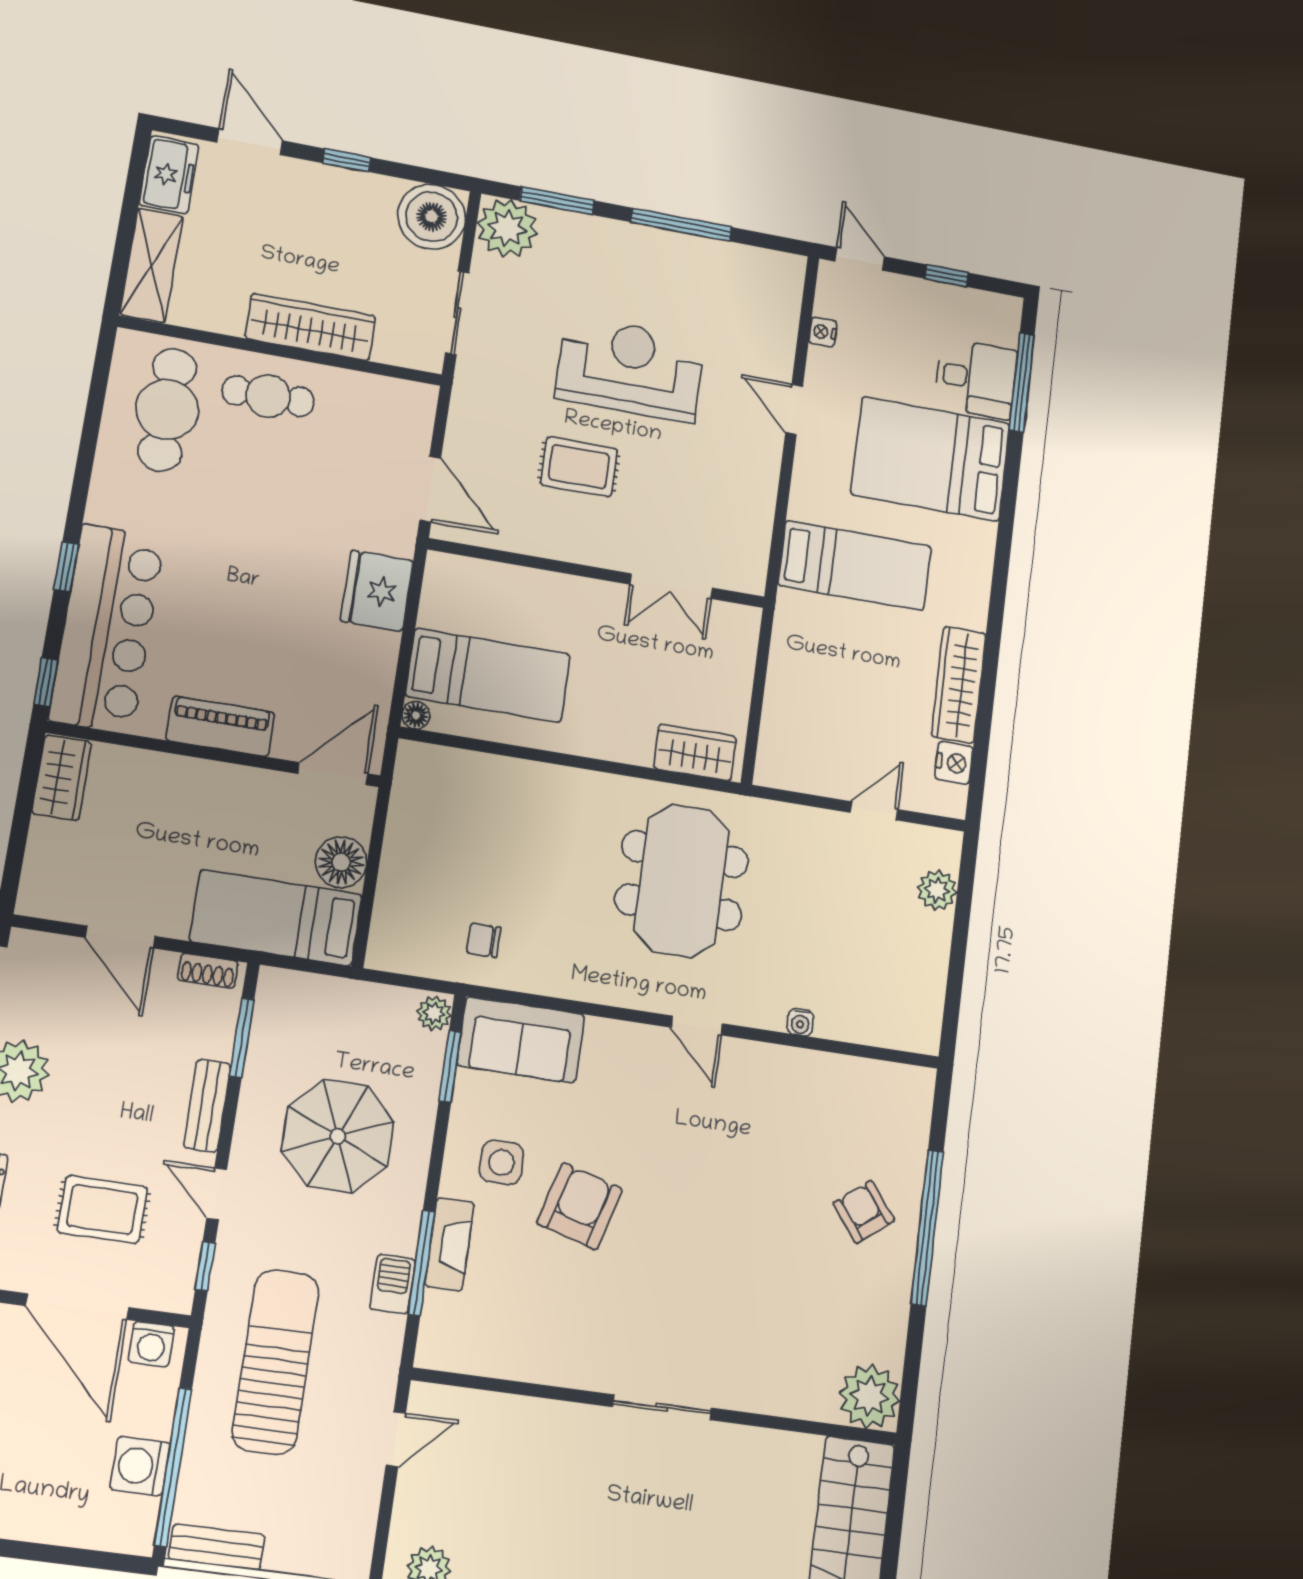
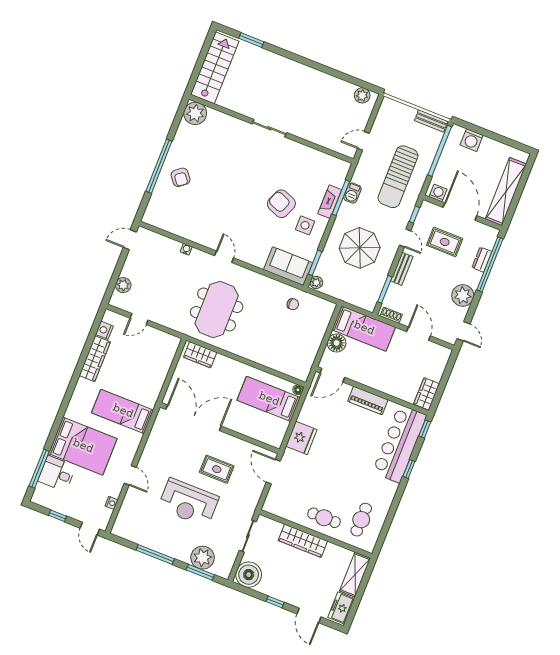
plant: (507, 228) -> (203, 558), moved
cafe table: (167, 410) -> (361, 520), width x0.73, depth x0.74
double door: (671, 586) -> (194, 418), width x1.87
door: (951, 1013) -> (130, 240), added
armchair: (580, 1206) -> (281, 204), turned 96
washing machine: (140, 1466) -> (472, 140), moved, turned 90

